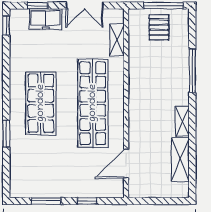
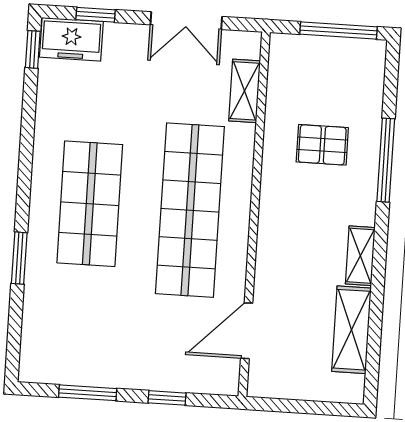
freezer: (46, 19) -> (71, 39), moved
pallet: (159, 27) -> (322, 145), moved, turned 90

